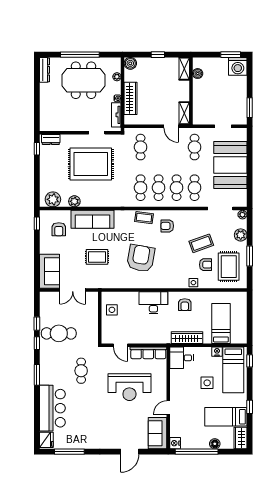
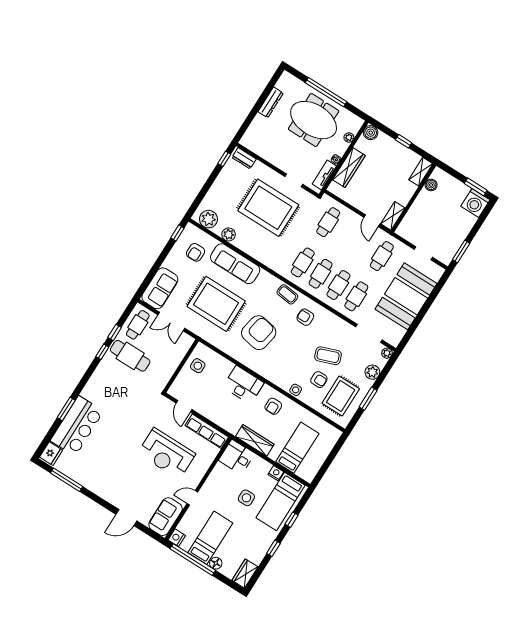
dresser: (45, 70) -> (271, 102), moved
rug: (97, 257) -> (216, 304), width x1.86, depth x2.06
window: (250, 361) -> (292, 520), moved
cafe table: (81, 371) -> (138, 325), moved
window: (37, 375) -> (66, 409), moved
bed: (226, 417) -> (210, 538), moved, turned 90

